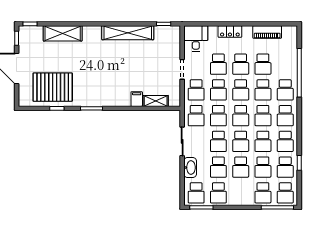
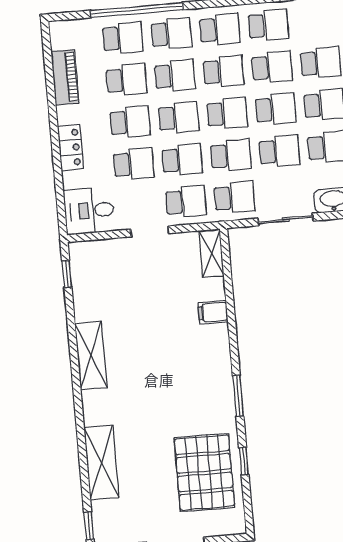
shelving: (128, 33) -> (91, 355), width x0.68
shelving: (156, 101) -> (211, 253), moved
school desk: (285, 167) -> (123, 38), moved

